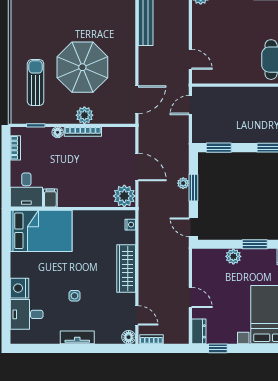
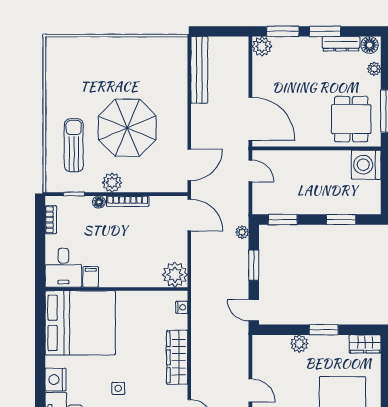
door: (190, 59) -> (250, 119), width x1.88
door: (190, 105) -> (250, 171), swing flipped
plant: (84, 115) -> (112, 183), moved
door: (137, 167) -> (189, 215), moved
plant: (183, 183) -> (242, 232), moved
bed: (41, 231) -> (80, 323), width x1.36

